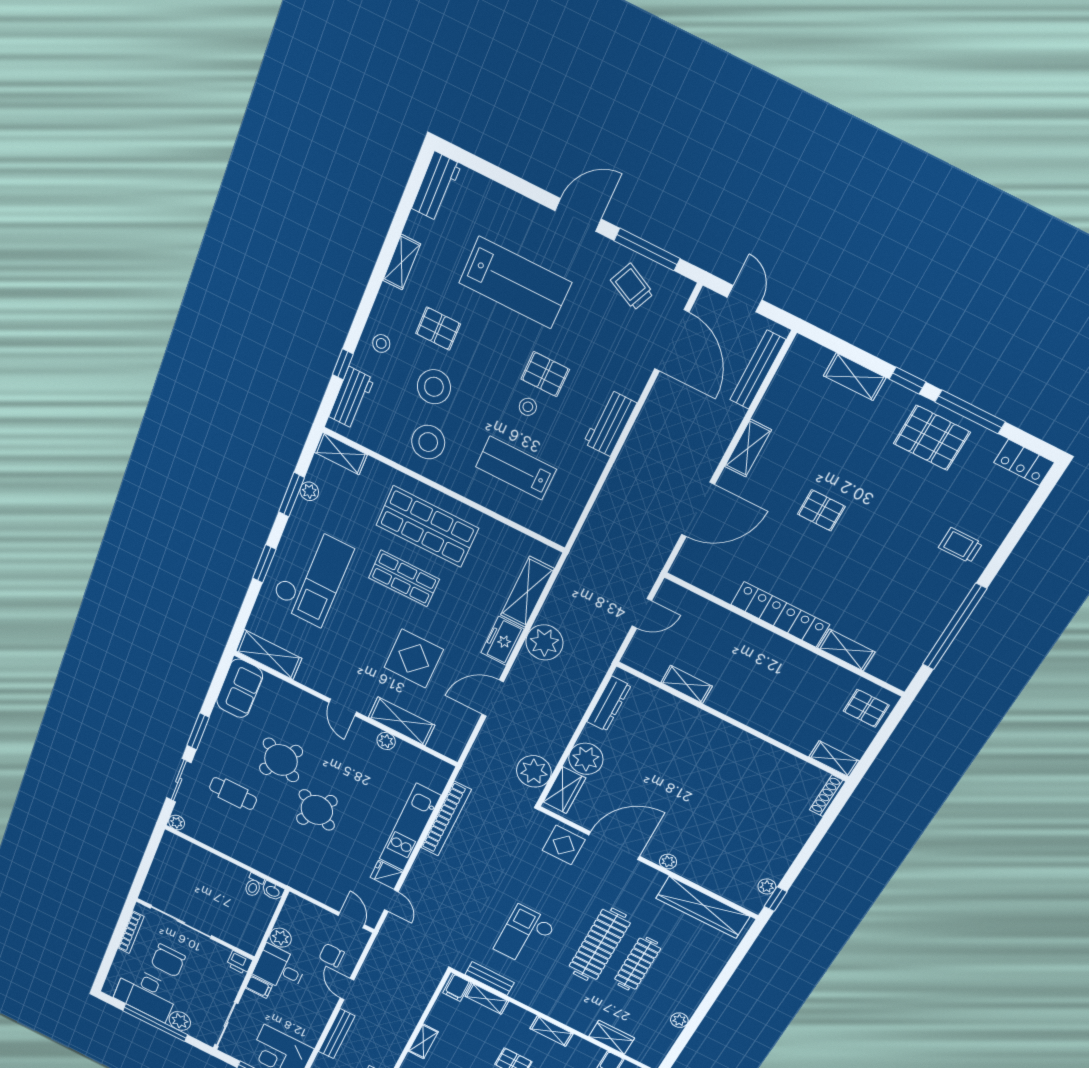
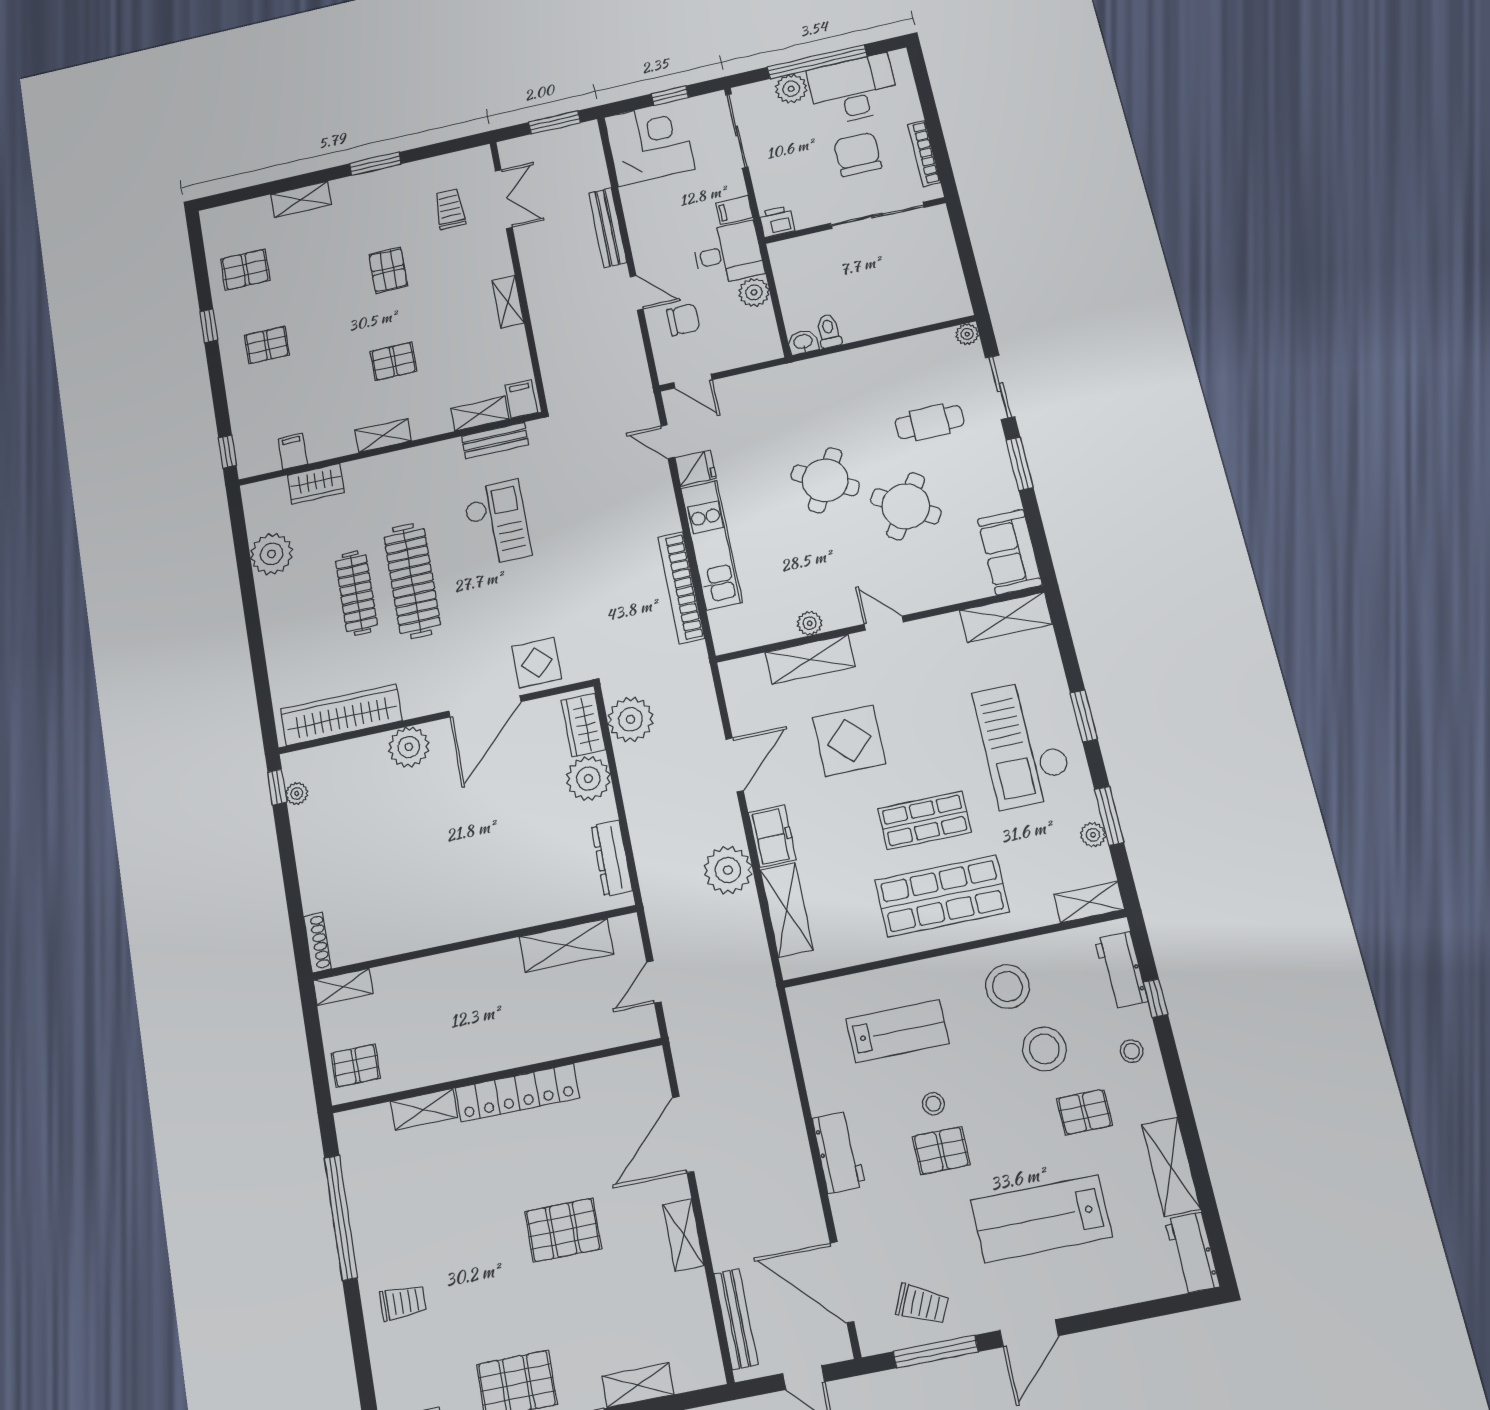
shelving: (402, 262) -> (1171, 1167), width x1.50, depth x1.33
pallet: (821, 510) -> (563, 1230), width x1.50, depth x1.42
shelving: (686, 684) -> (566, 945), width x1.50, depth x1.33
plant: (668, 862) -> (409, 747), width x1.87, depth x1.87
plant: (679, 1020) -> (272, 554), width x1.87, depth x1.87

